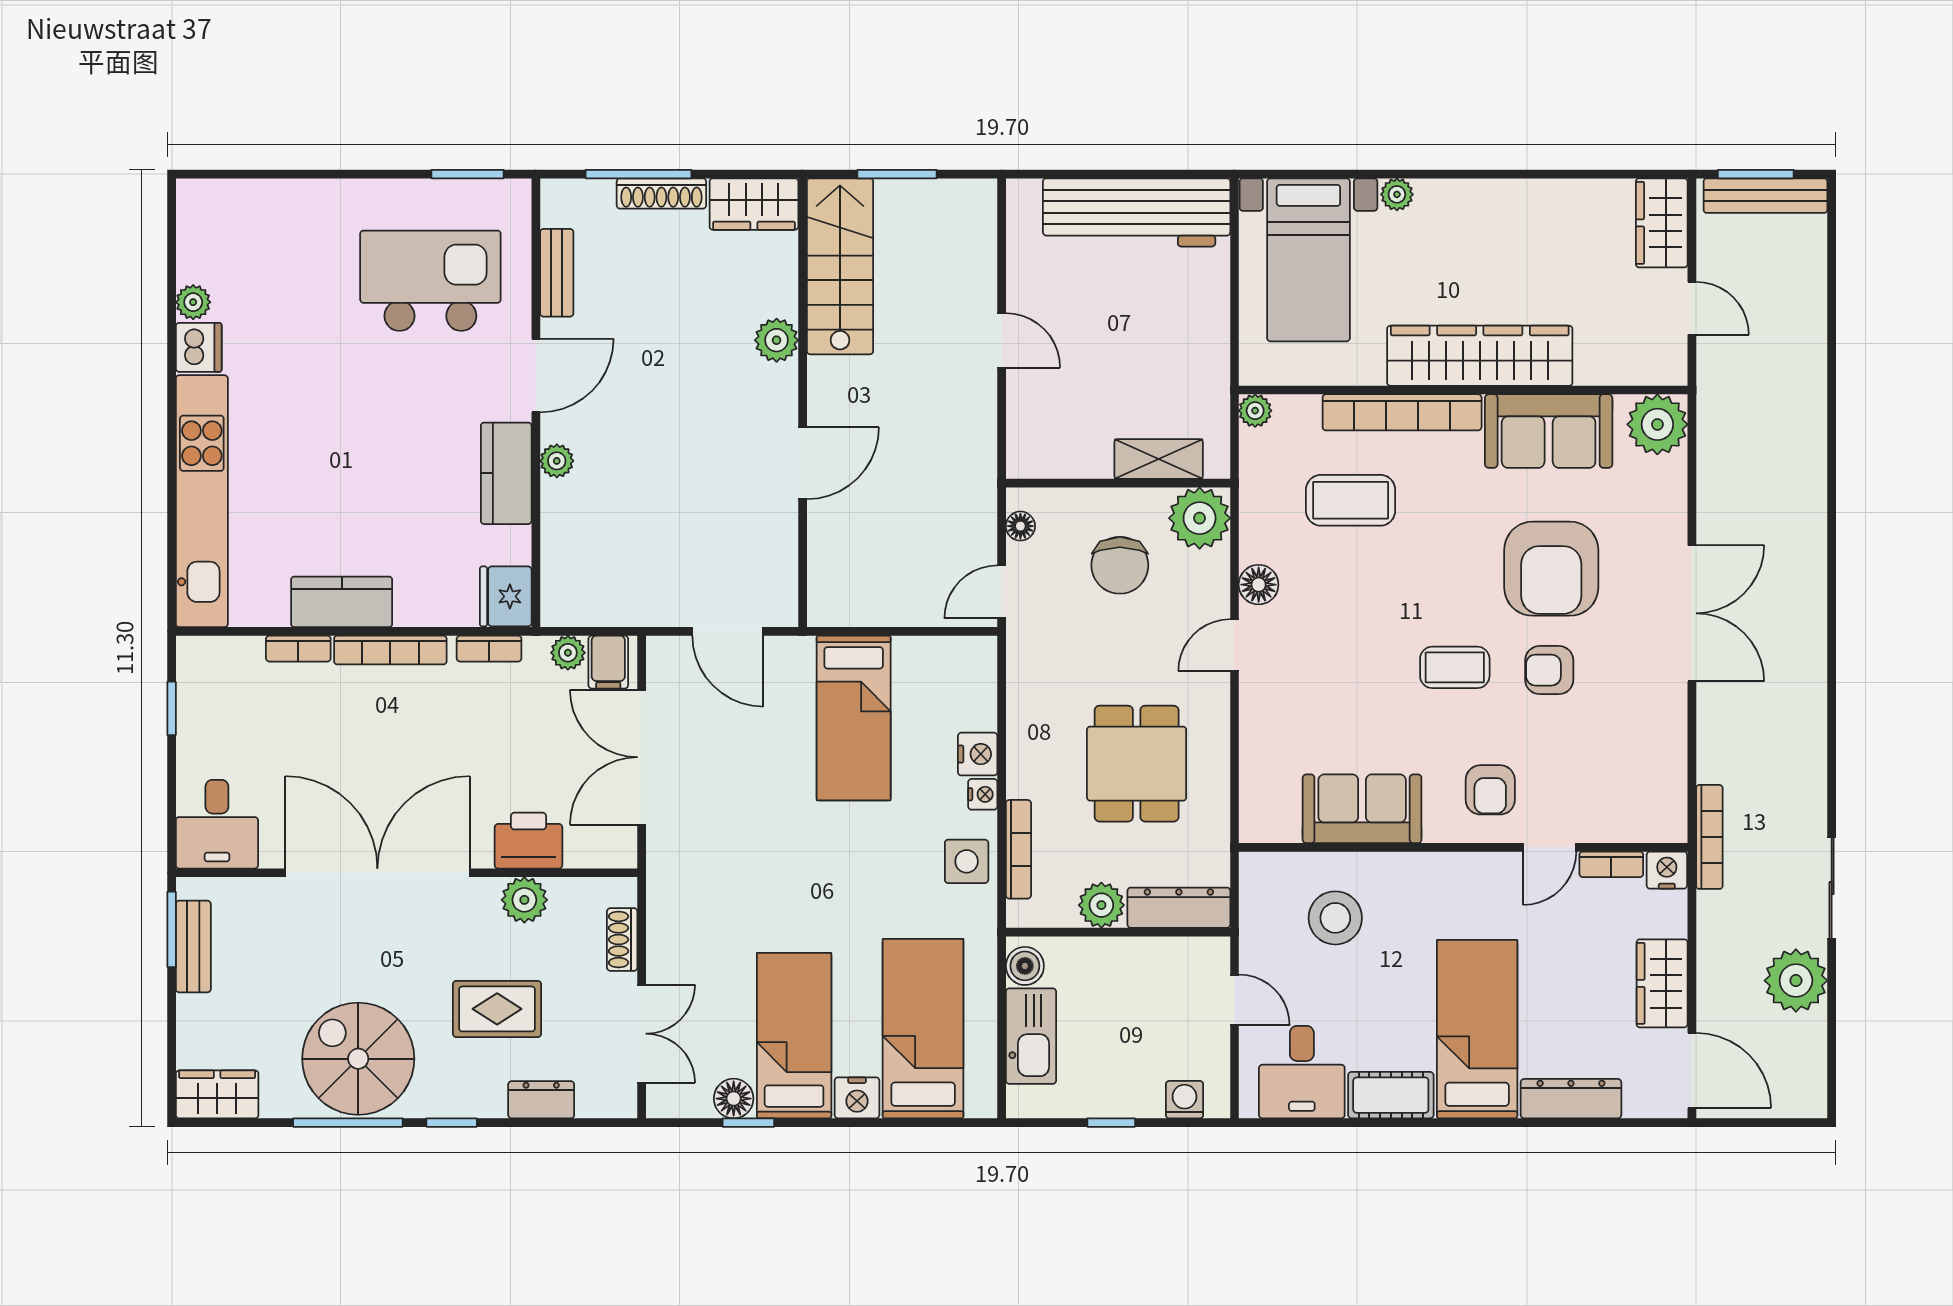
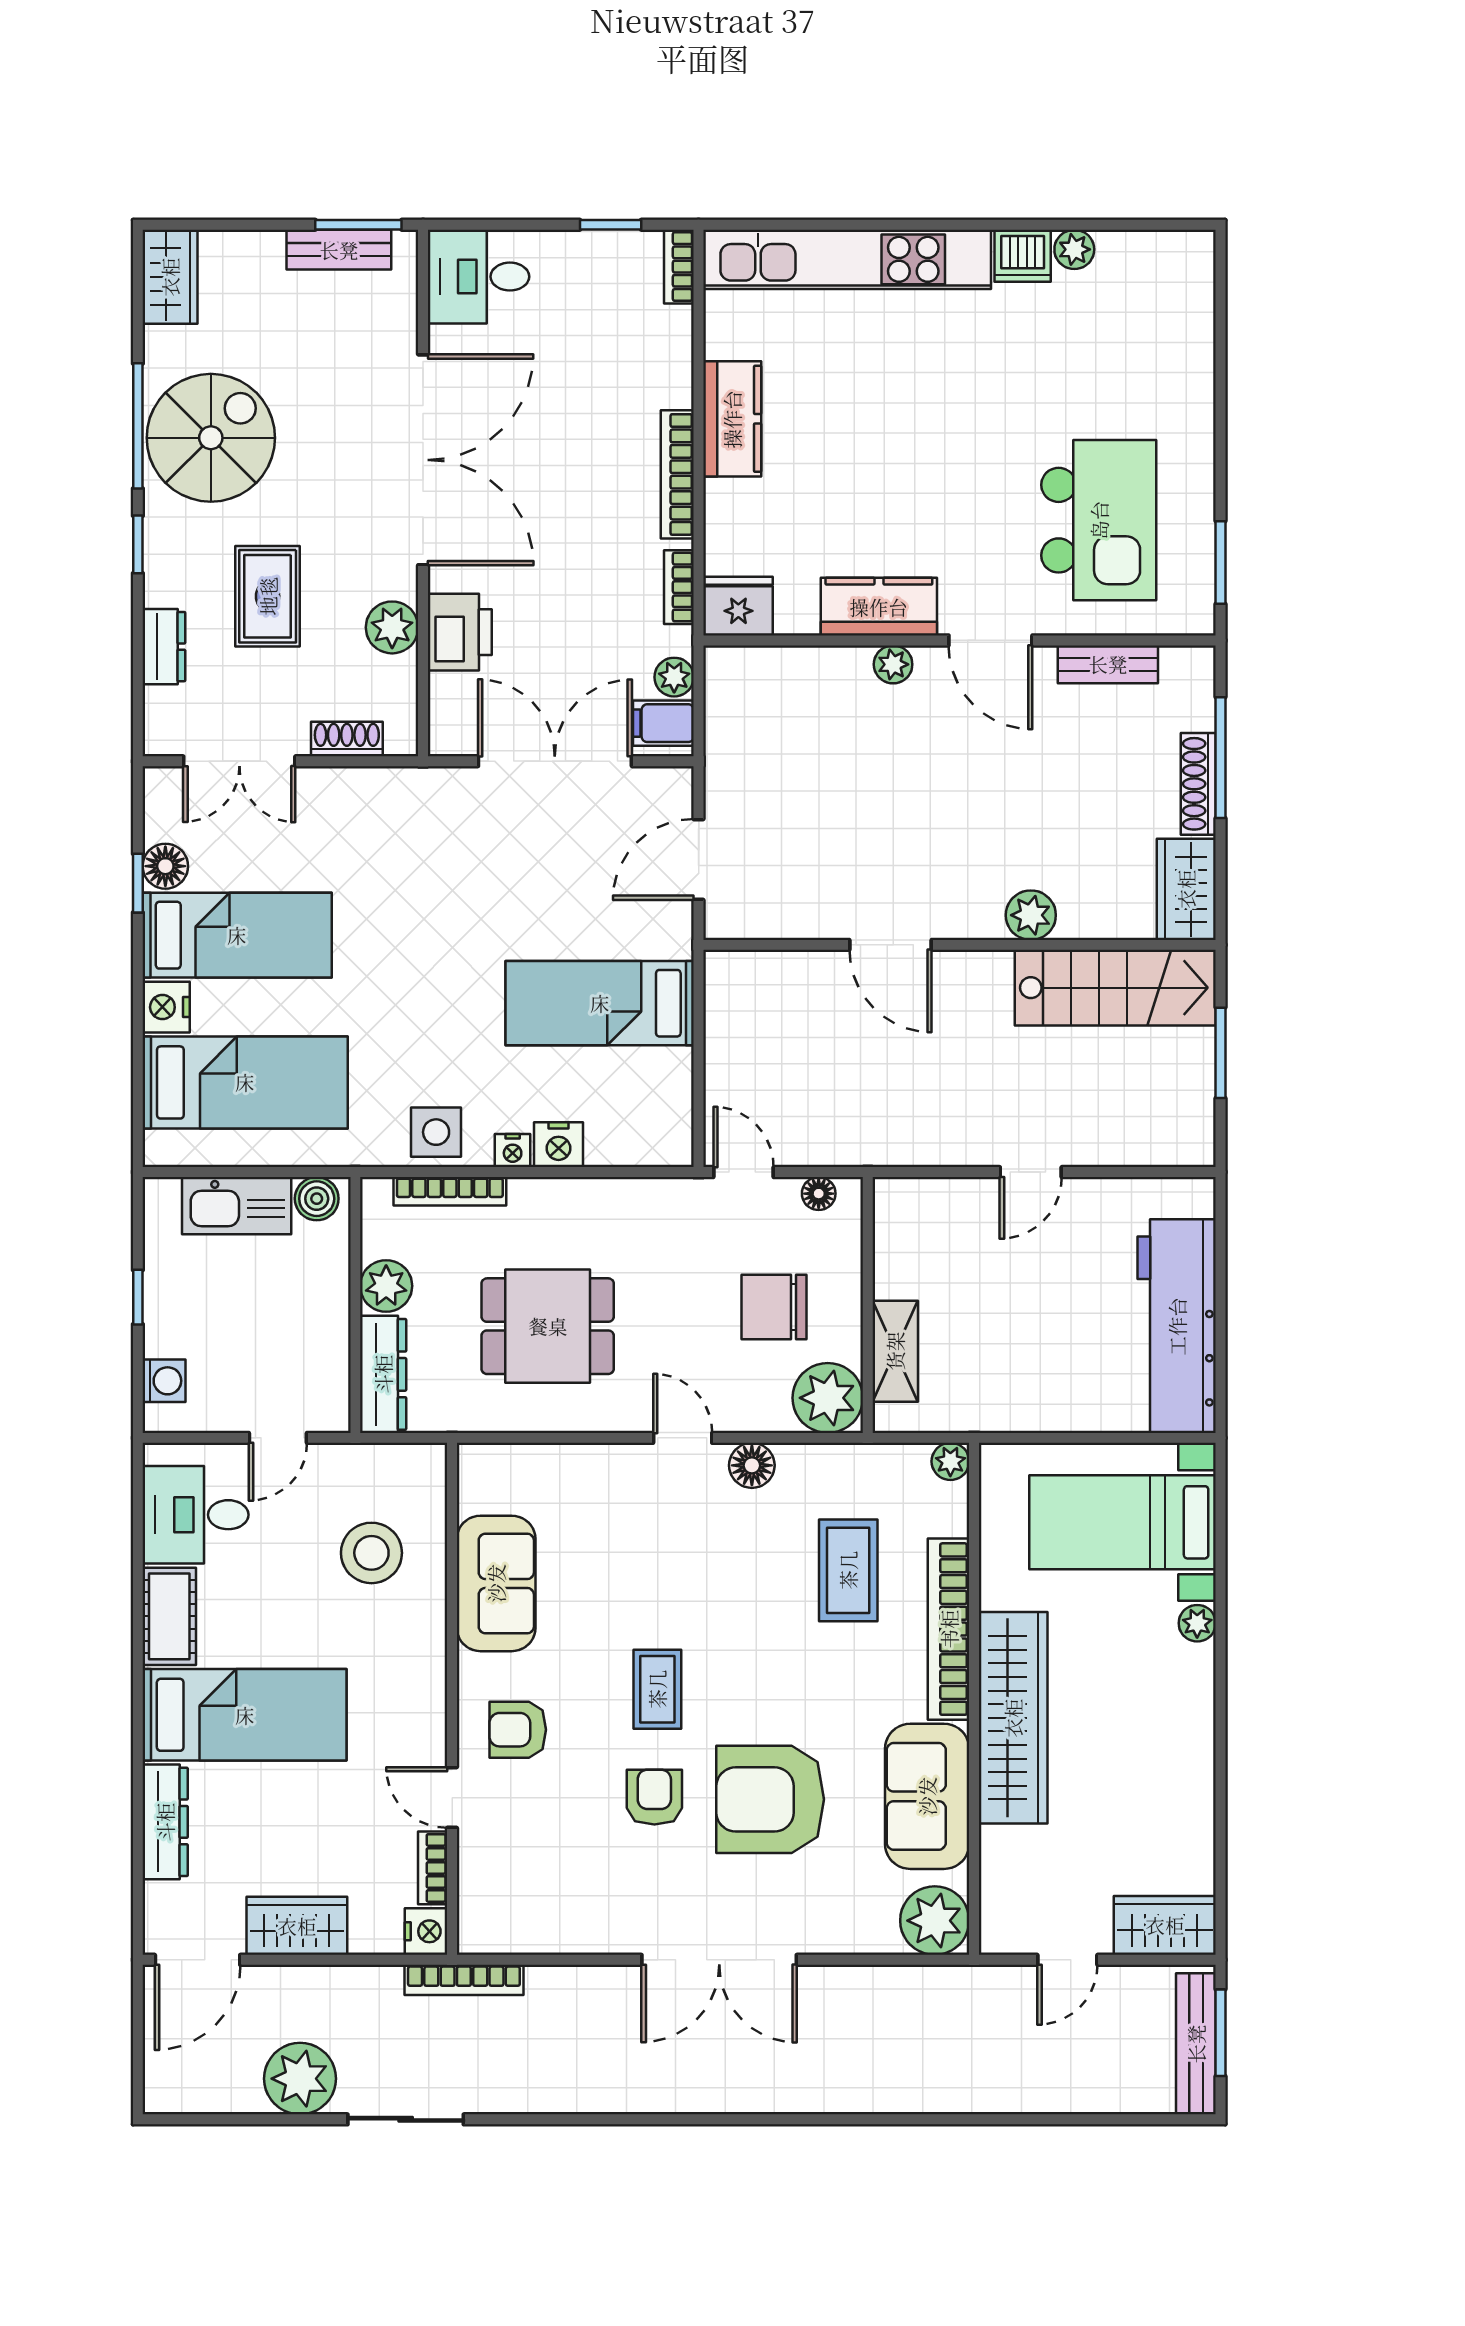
bookcase: (298, 649) -> (679, 267), moved

